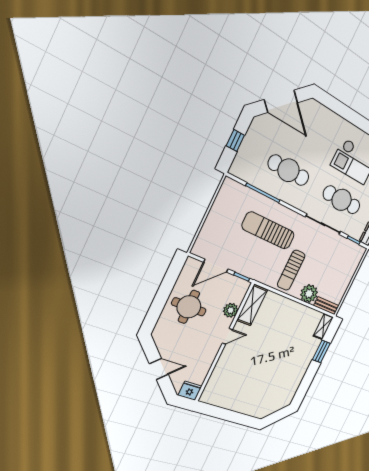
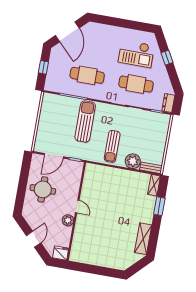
door: (281, 101) -> (67, 32), hinge flipped
sun lounger: (268, 231) -> (85, 122), turned 90
shelving: (252, 305) -> (143, 239), moved
plant: (231, 310) -> (68, 220), moved
door: (227, 336) -> (77, 206), hinge flipped
door: (159, 369) -> (34, 239), hinge flipped

